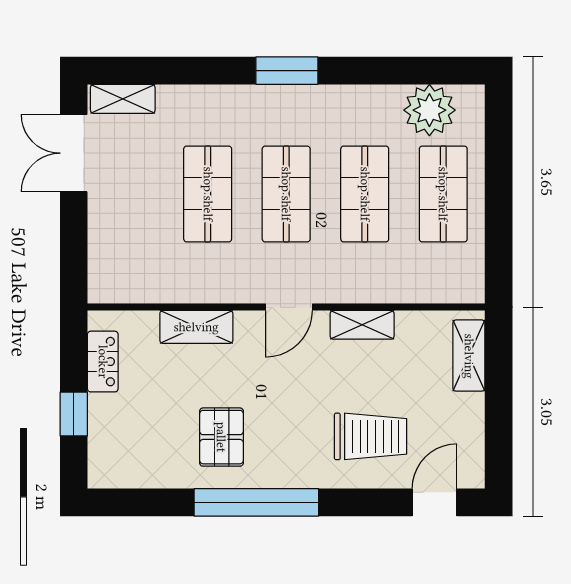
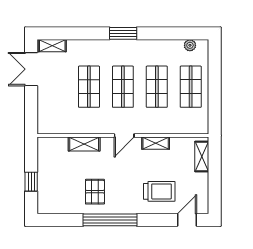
plant: (429, 110) -> (190, 45), width x0.53, depth x0.53
locker: (103, 362) -> (44, 159), removed

